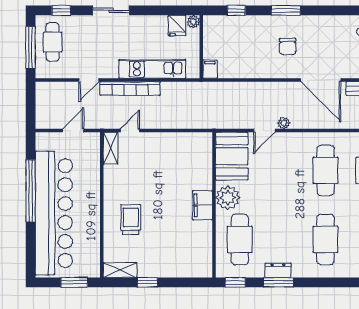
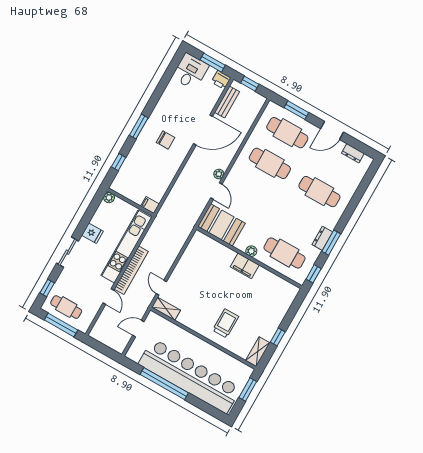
fridge: (177, 26) -> (93, 233), moved
kitchen unit: (152, 69) -> (126, 246), width x1.36
door: (73, 131) -> (138, 328), hinge flipped
plant: (228, 198) -> (251, 251), width x0.53, depth x0.53
trolley: (131, 219) -> (226, 323), turned 90

